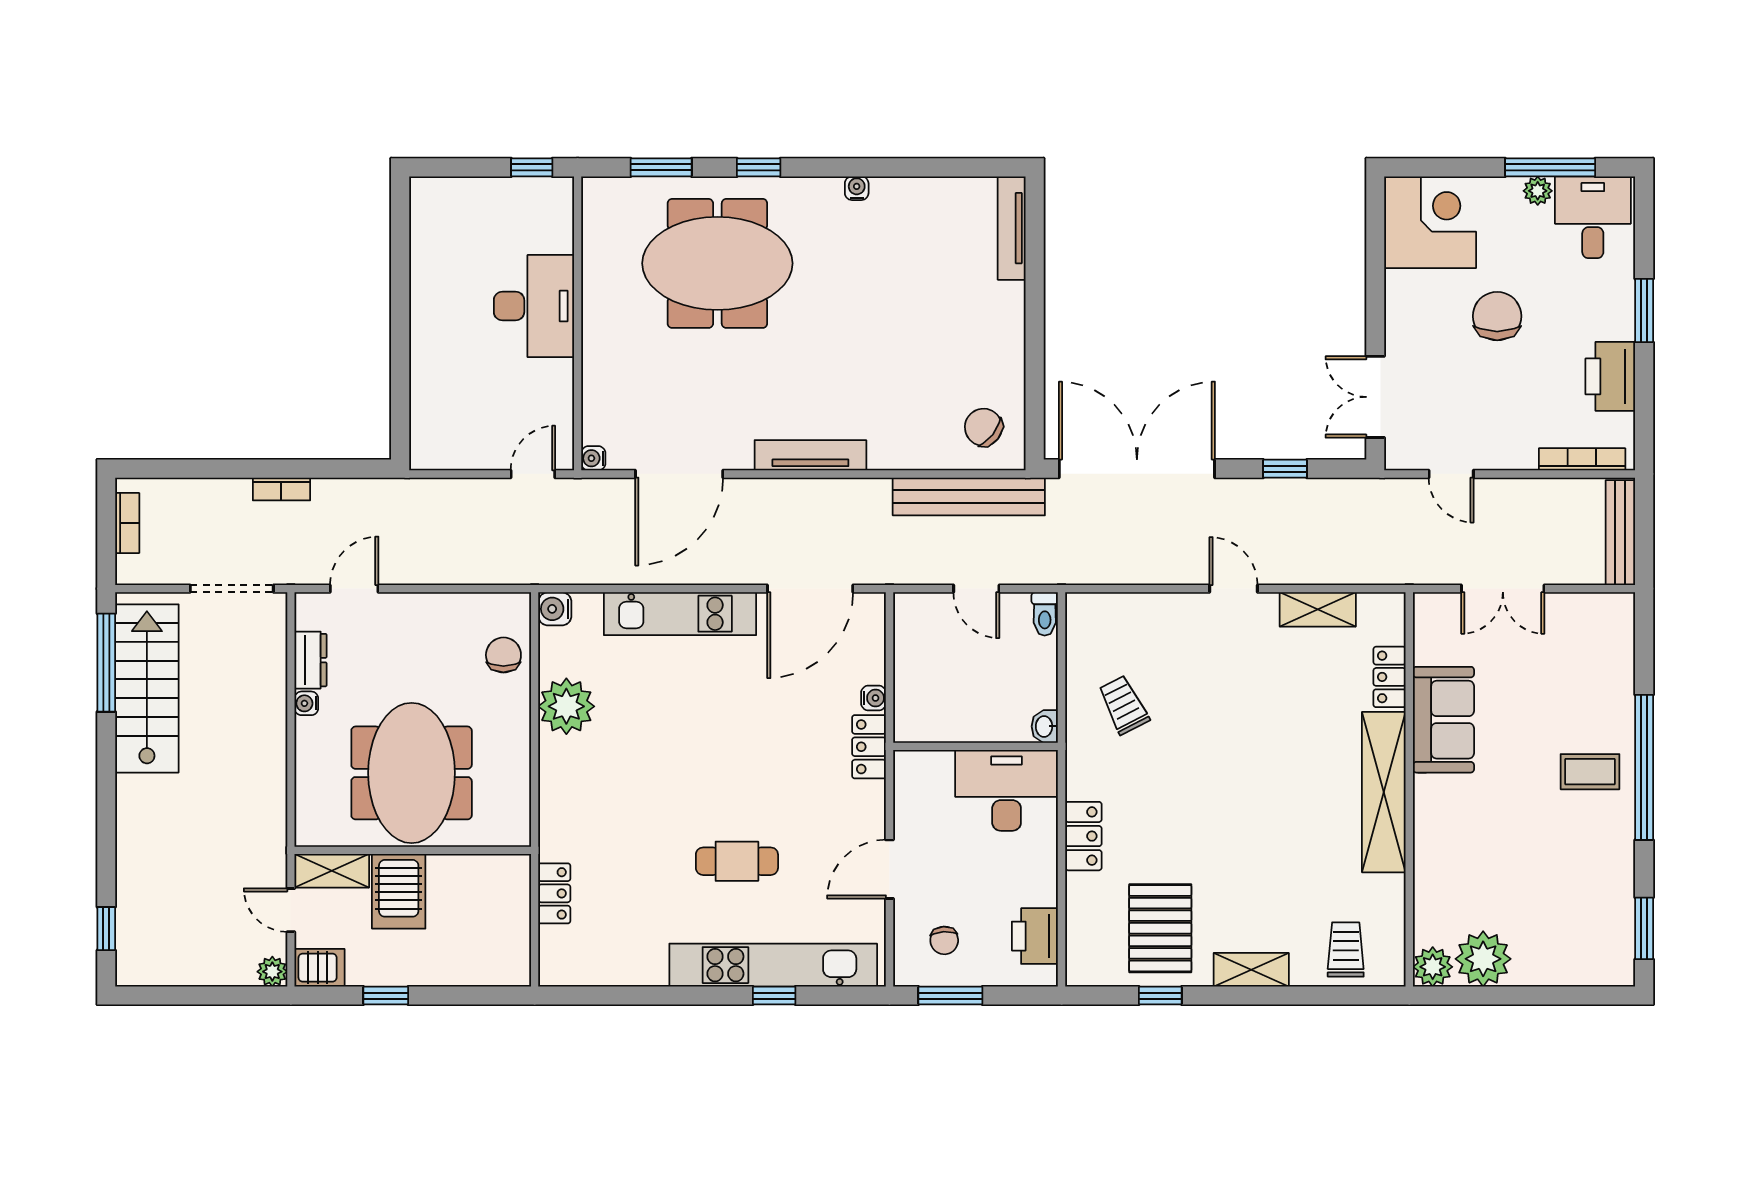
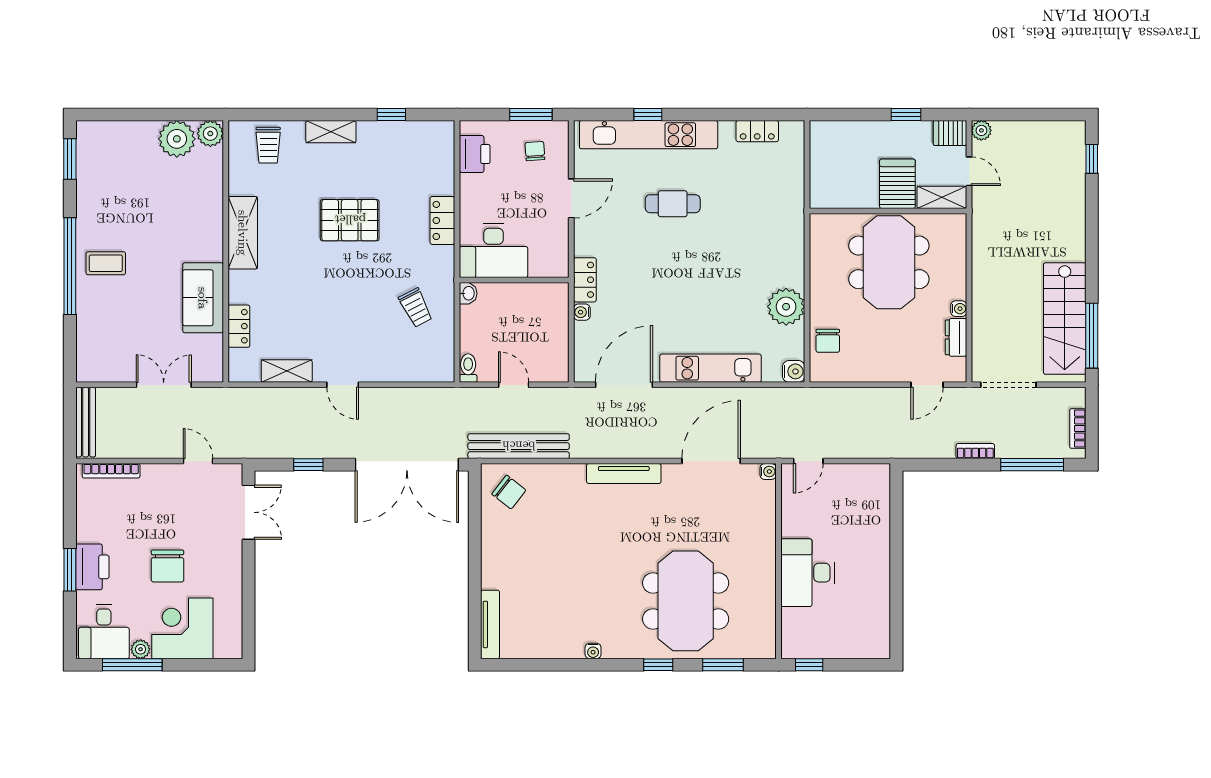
corner desk: (1430, 222) -> (182, 628), moved, turned 90
meeting table: (717, 263) -> (686, 601), turned 90
printer: (1610, 376) -> (92, 567), moved
window: (196, 469) -> (1032, 465), added
shelving: (1384, 792) -> (243, 233), width x0.68
locker: (554, 893) -> (757, 131), moved, turned -90
pallet: (1160, 928) -> (350, 220), moved, turned 90

